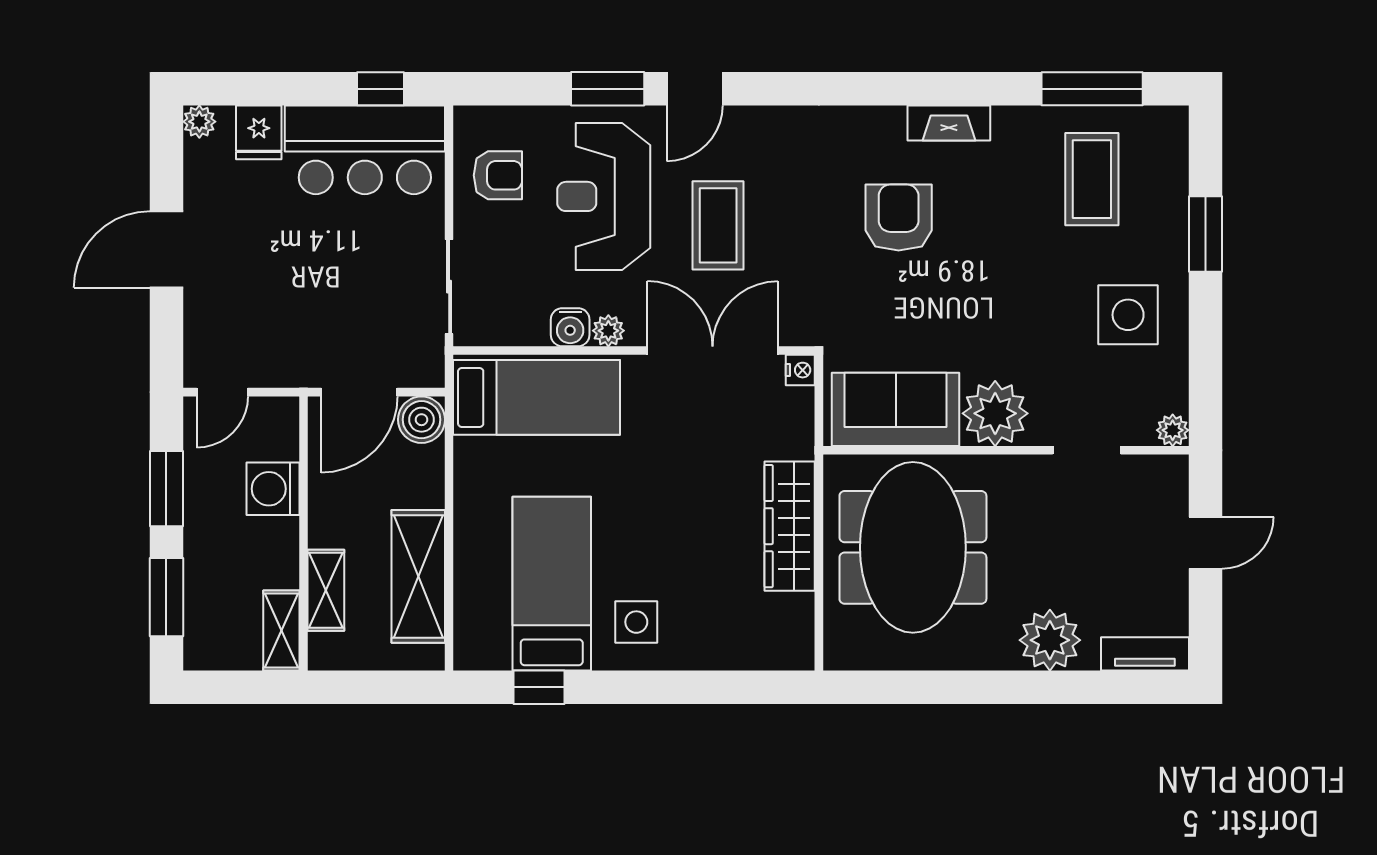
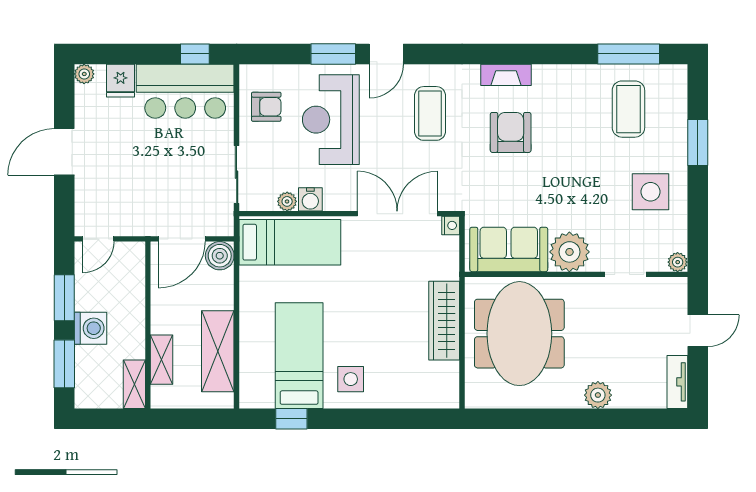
fireplace: (949, 123) -> (506, 75), moved
coffee table: (718, 225) -> (430, 113), moved
plant: (608, 331) -> (287, 201), moved
washing machine: (273, 489) -> (90, 328), moved, turned 180
plant: (1050, 640) -> (598, 395), width x0.73, depth x0.73
tv unit: (1145, 654) -> (677, 382), moved, turned -90

